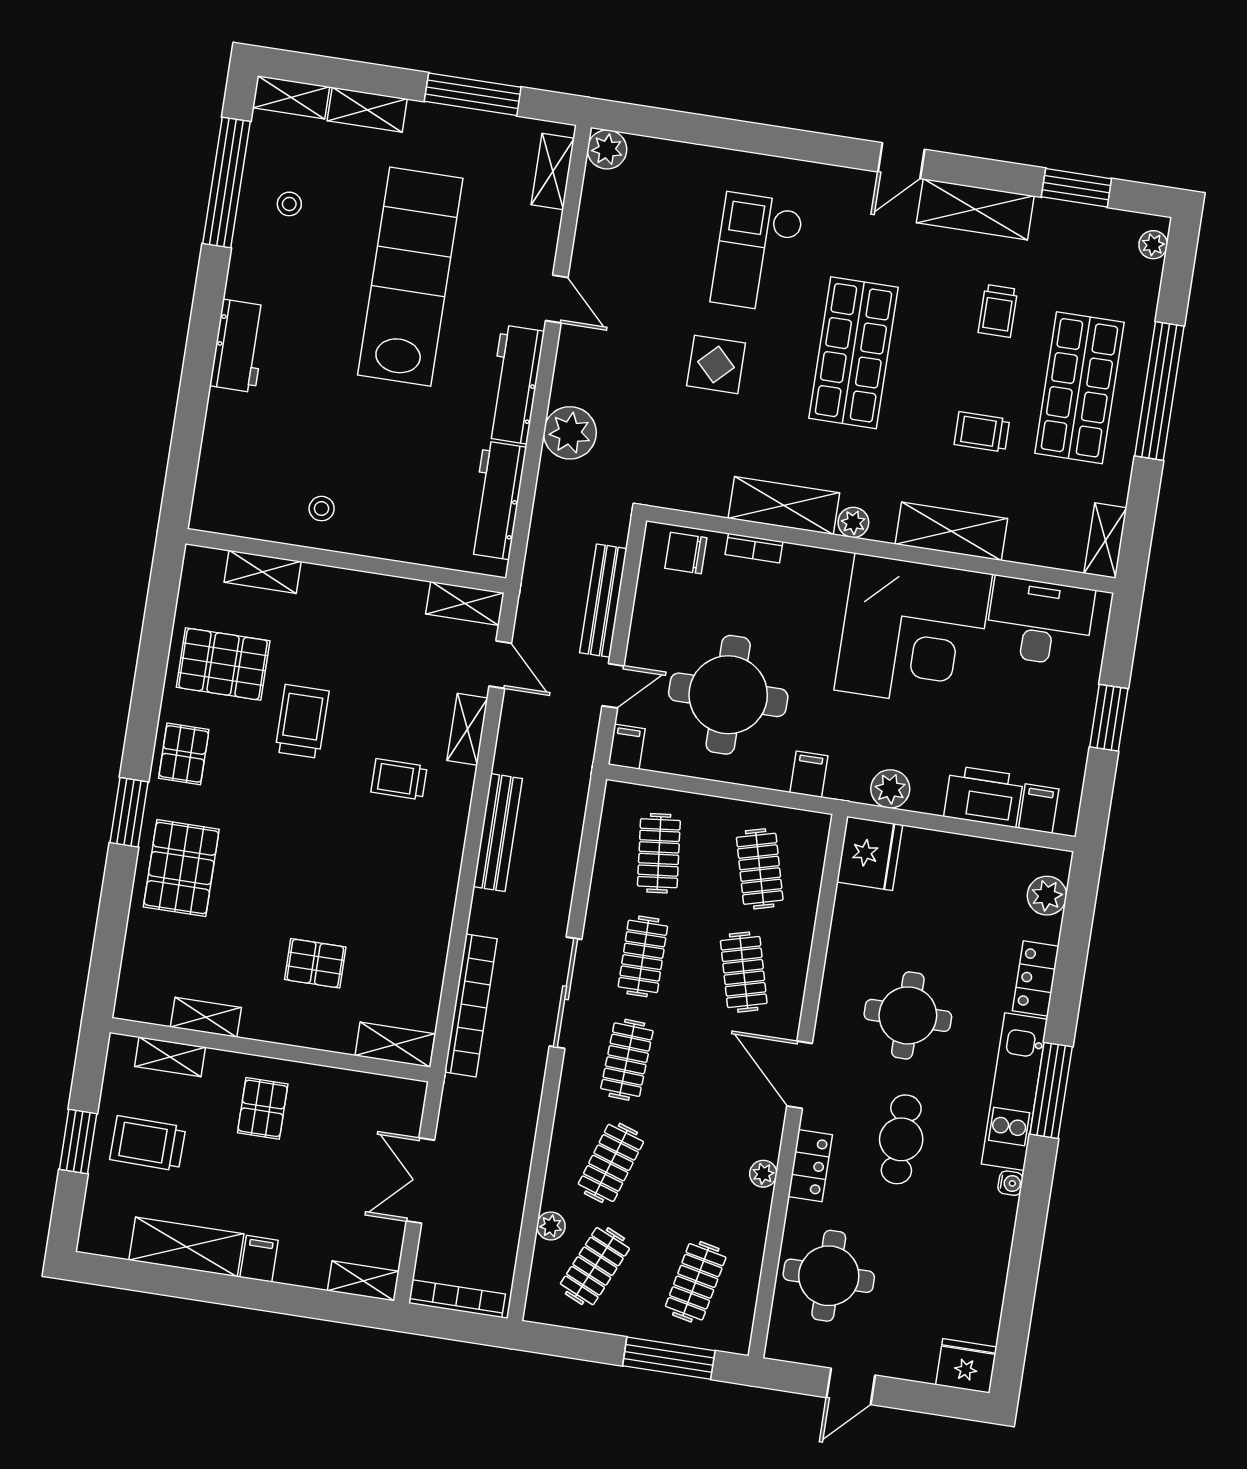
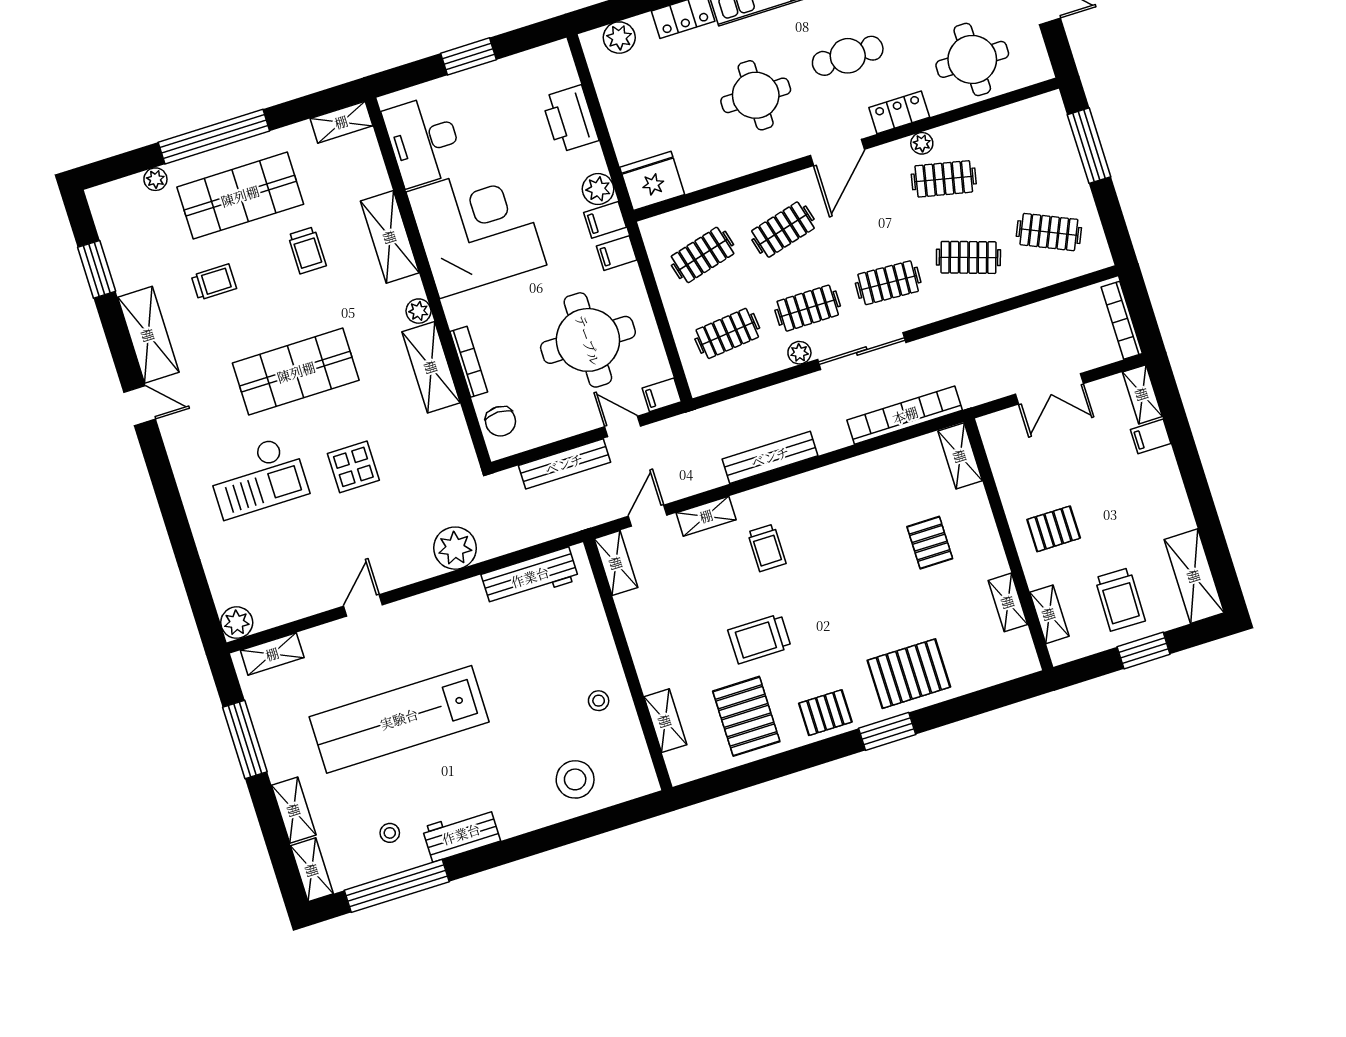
plant: (1153, 245) -> (155, 179), moved
workbench: (239, 346) -> (461, 834), moved
workbench: (515, 384) -> (440, 605), removed
stool: (247, 439) -> (575, 779), added
bookcase: (754, 548) -> (469, 362), width x1.56
filing cabinet: (1039, 809) -> (605, 220), moved
plant: (551, 1226) -> (799, 353), moved
shelving: (186, 1247) -> (1194, 576), moved
filing cabinet: (259, 1259) -> (1151, 436), moved
clothes rail: (696, 1282) -> (944, 179), moved

